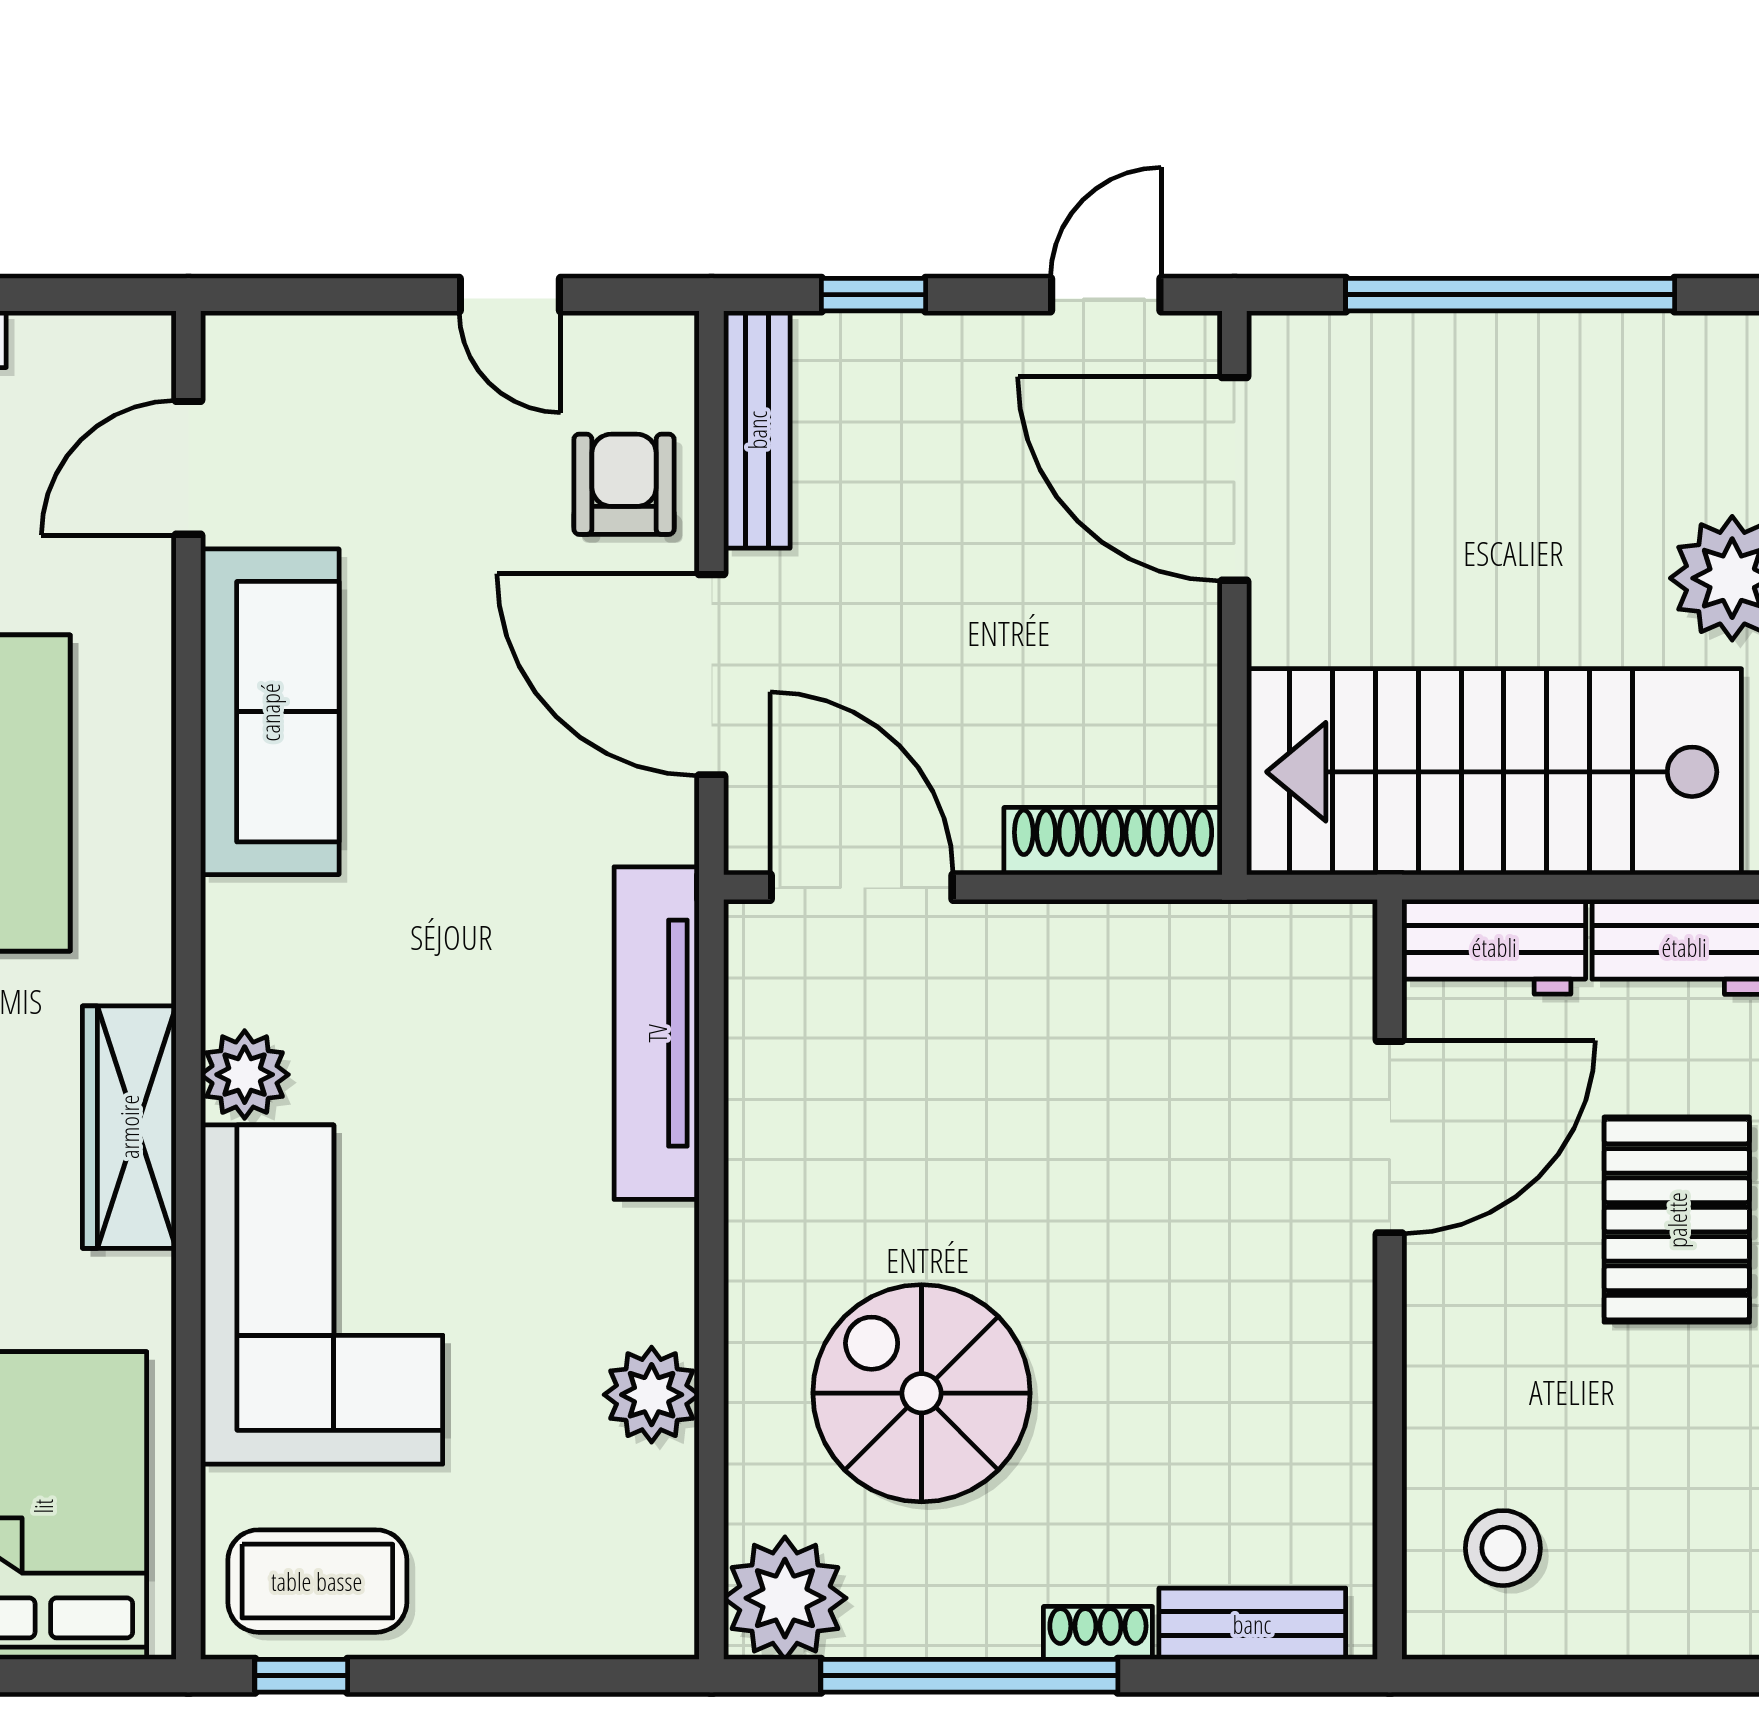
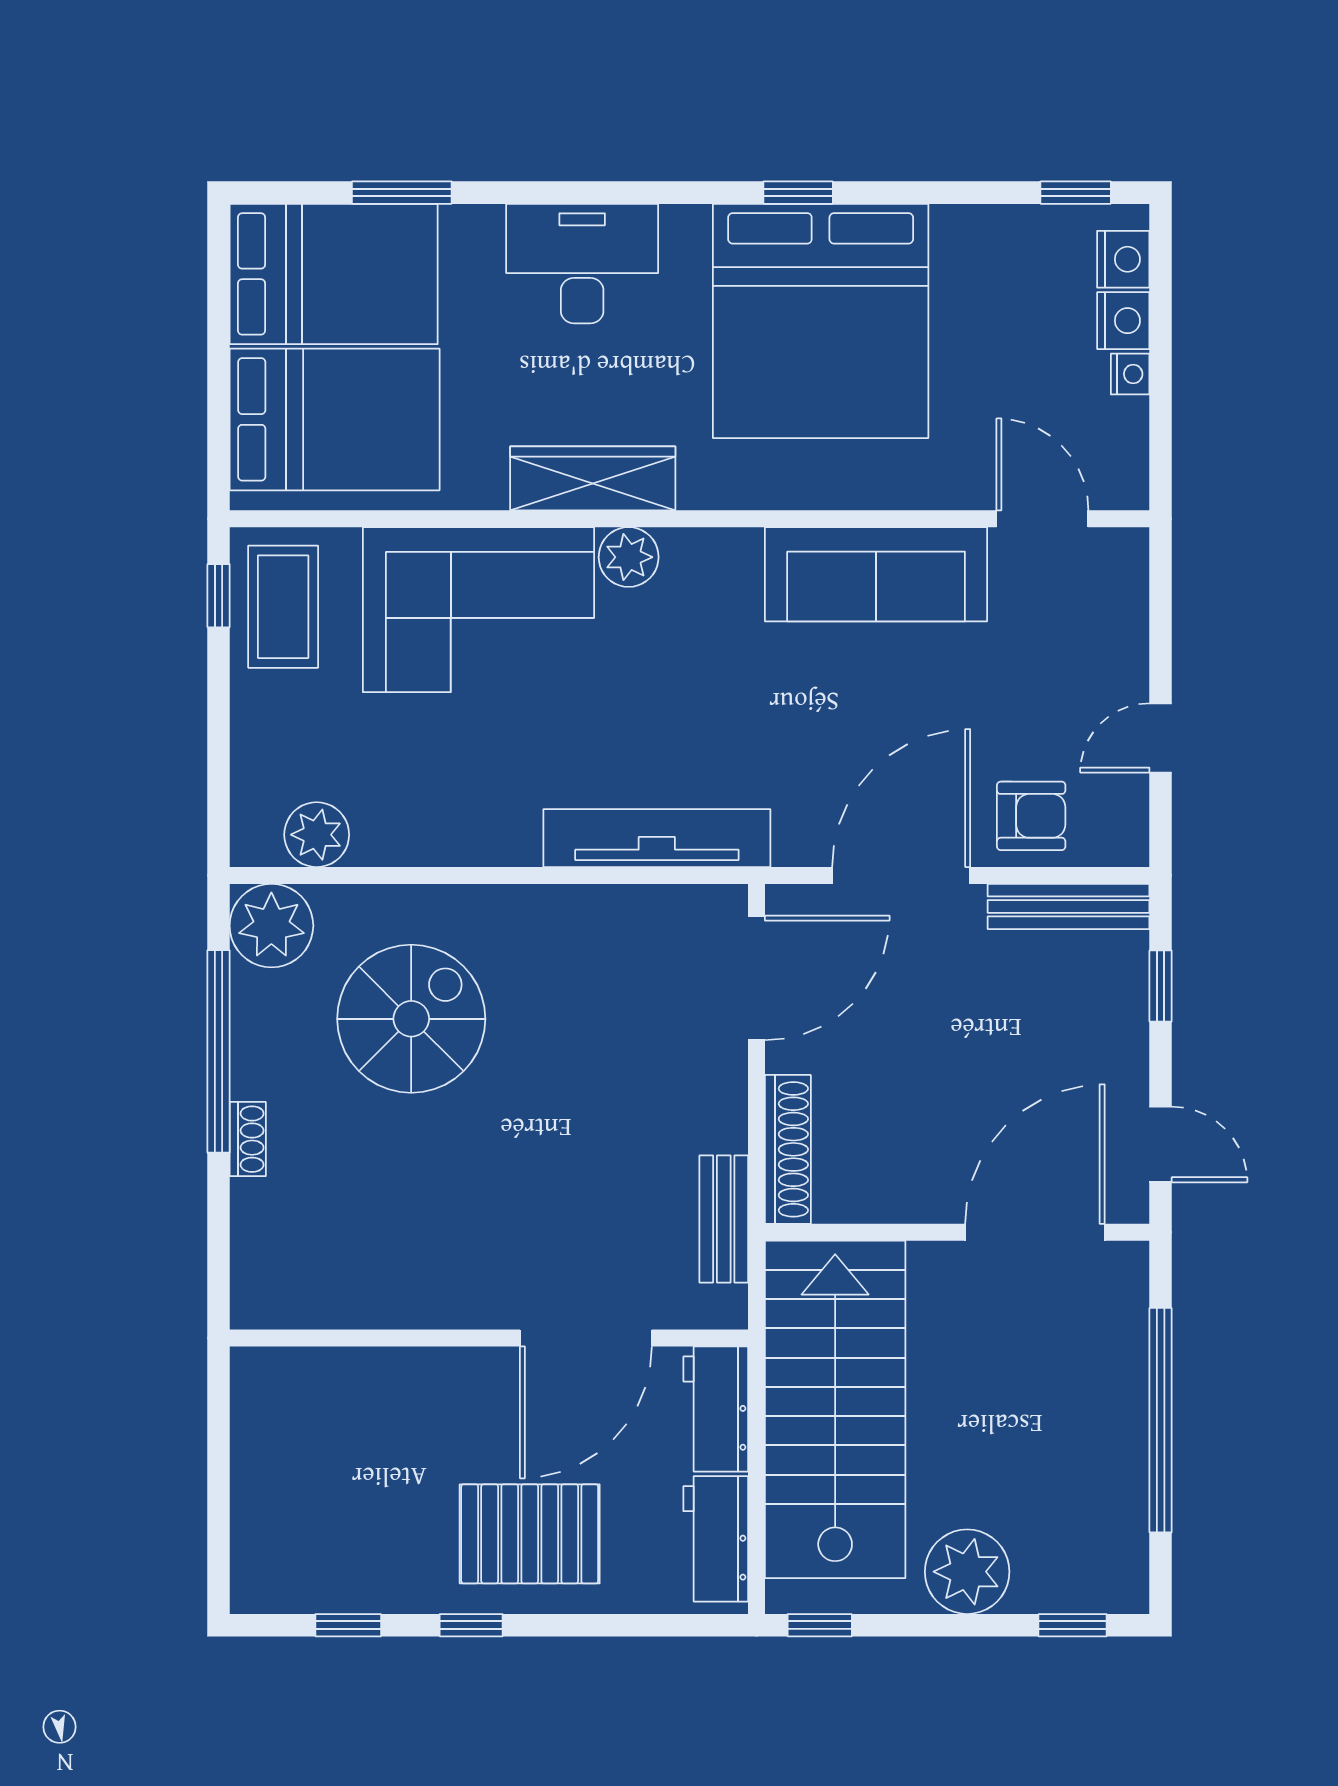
door: (1390, 1137) -> (586, 1338), hinge flipped
plant: (652, 1395) -> (317, 835), moved
stool: (1503, 1548) -> (306, 1415), removed
bench: (1252, 1624) -> (724, 1219), moved

